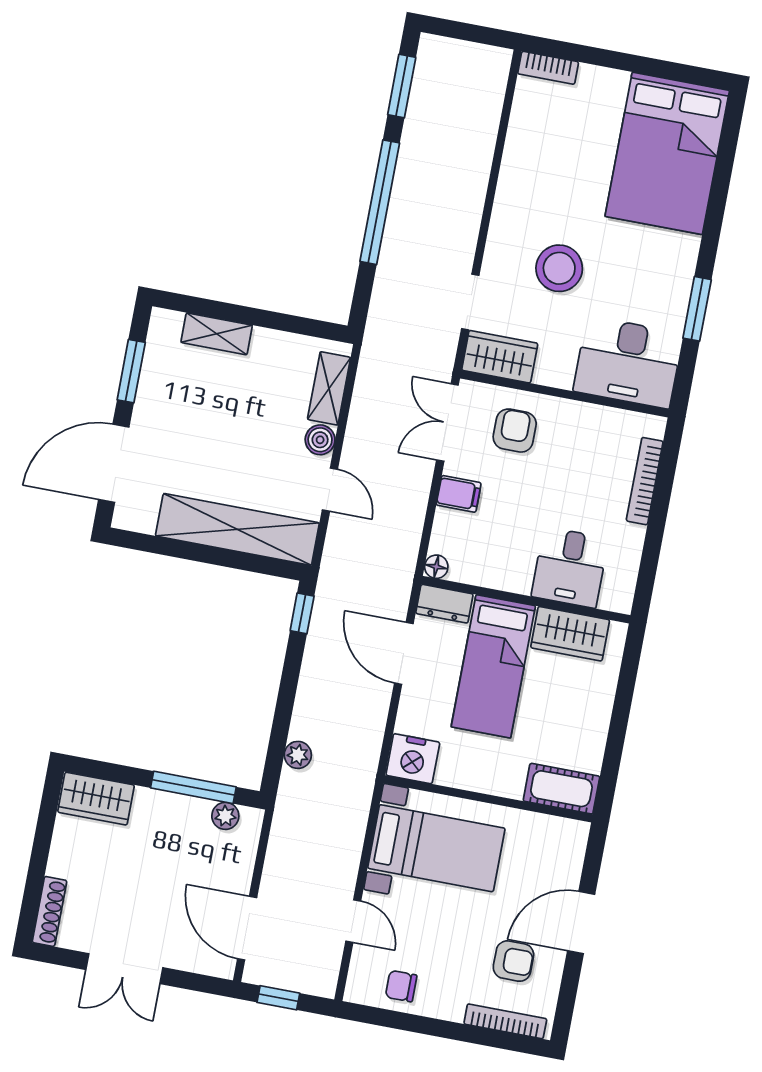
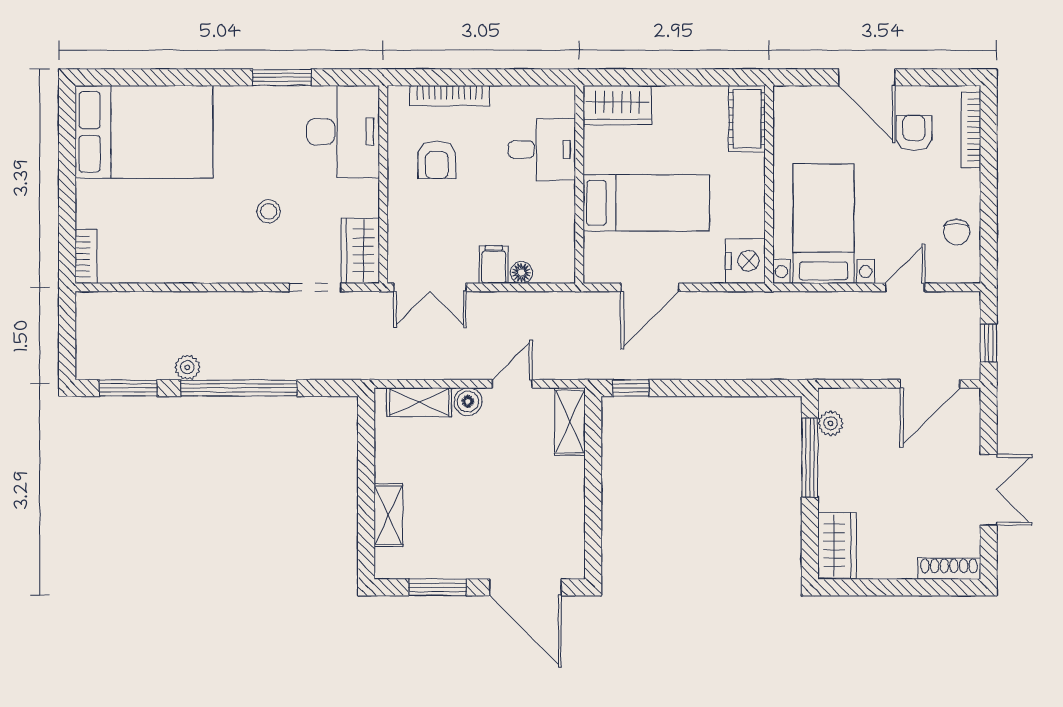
stool: (559, 268) -> (268, 211), width x0.53, depth x0.53
armchair: (515, 431) -> (437, 160), moved, turned -90
shelving: (237, 529) -> (570, 422), width x0.45, depth x0.75
floor lamp: (436, 567) -> (521, 273), moved
dresser: (444, 604) -> (597, 259), removed
wardrobe: (570, 634) -> (617, 105), moved, turned 90
plant: (298, 755) -> (187, 367), moved

